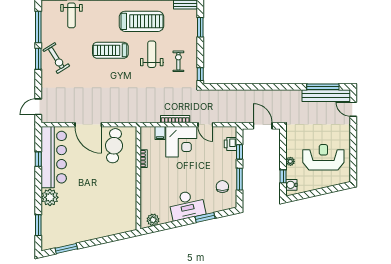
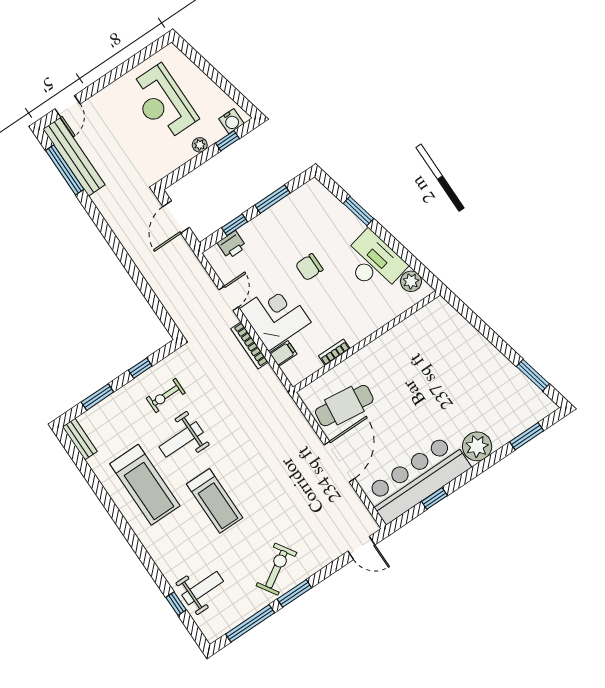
treadmill: (141, 21) -> (145, 485), turned 180
window: (200, 74) -> (140, 368), moved
chair: (222, 187) -> (309, 267), moved
desk: (187, 205) -> (374, 262), moved

